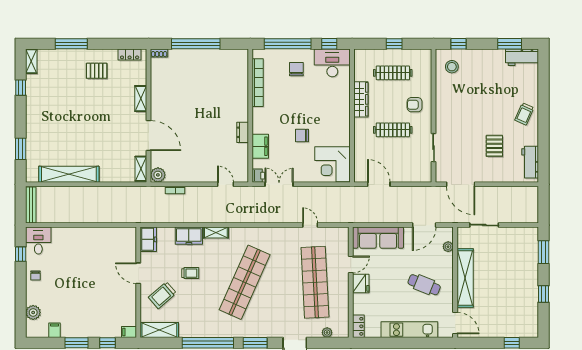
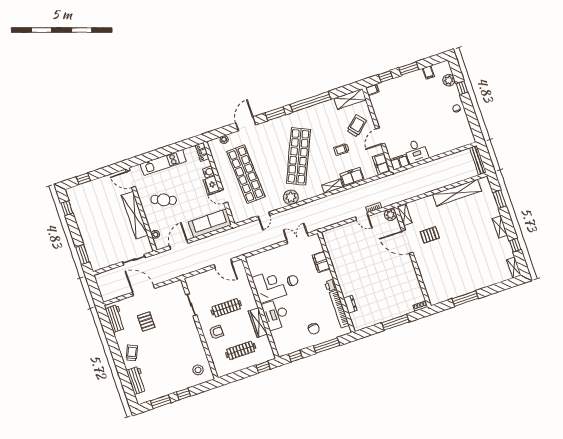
window: (71, 44) -> (465, 299), moved
window: (196, 44) -> (395, 322), width x0.68
window: (288, 44) -> (327, 346), width x0.68
window: (394, 44) -> (263, 367), moved
window: (459, 44) -> (183, 394), moved
locker: (130, 55) -> (442, 297), removed
workbench: (522, 57) -> (136, 380), moved, turned 90
desk: (332, 63) -> (276, 314), moved, turned 90
pallet: (97, 71) -> (430, 235), moved
shelving: (141, 99) -> (500, 227), moved
dresser: (243, 132) -> (350, 304), moved
corner desk: (333, 164) -> (269, 286), moved
printer: (258, 176) -> (331, 285), moved
door: (226, 184) -> (362, 216), moved
double door: (279, 184) -> (297, 238), swing flipped
door: (461, 184) -> (143, 290), moved
door: (310, 225) -> (264, 216), hinge flipped
filing cabinet: (126, 234) -> (400, 162), added
plant: (270, 236) -> (291, 197), added
desk: (38, 241) -> (416, 151), moved
window: (21, 254) -> (462, 88), moved
door: (351, 264) -> (224, 197), hinge flipped
door: (138, 273) -> (380, 136), swing flipped
window: (544, 294) -> (67, 208), moved
water cooler: (359, 300) -> (209, 172), added

